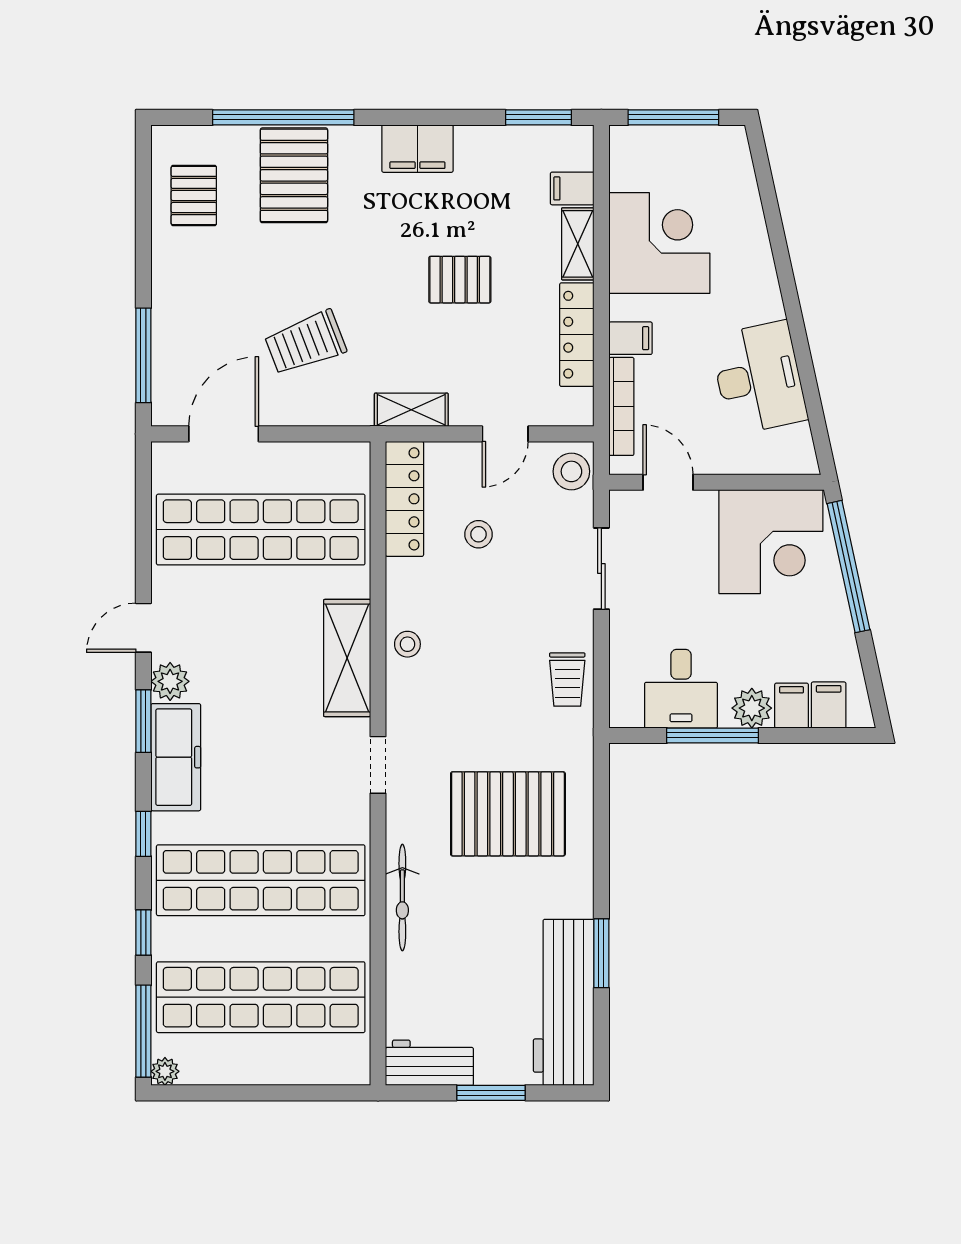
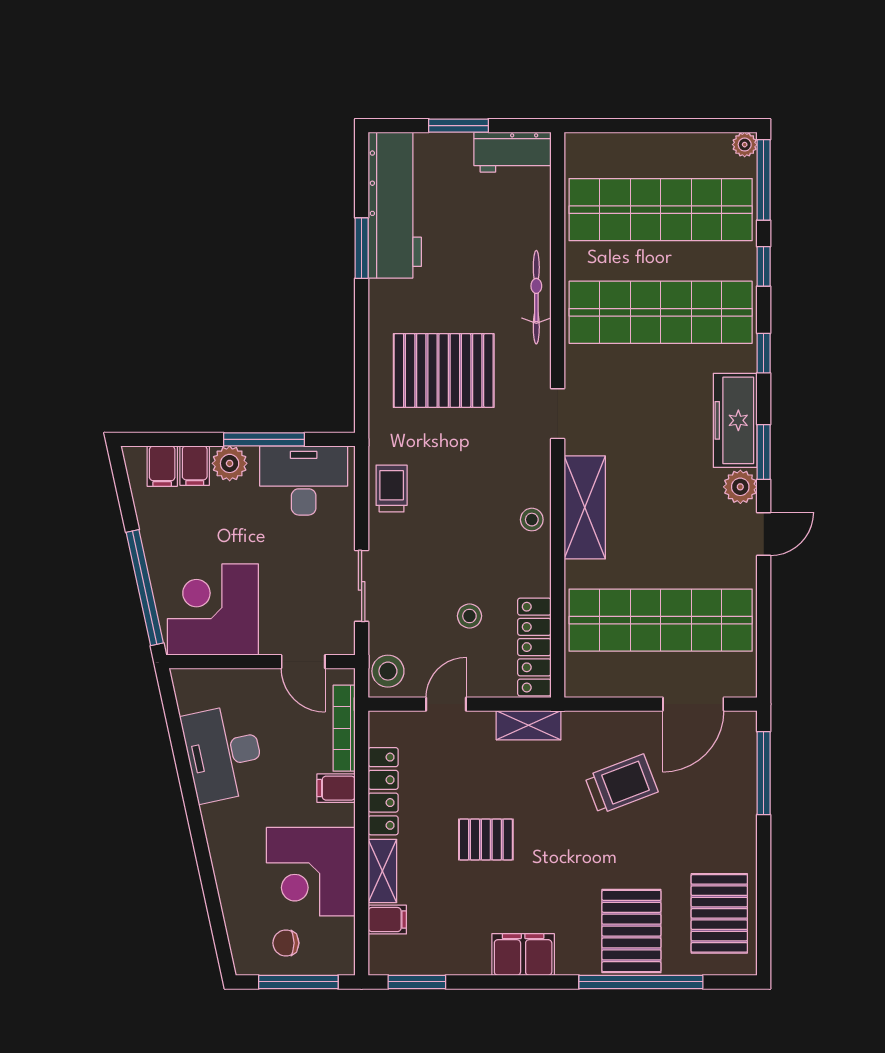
chair: (688, 162) -> (286, 943), added
pallet: (194, 195) -> (719, 913), width x1.50, depth x1.42
desk: (681, 689) -> (304, 480), width x1.37

